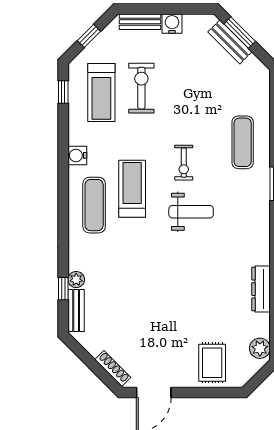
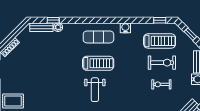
treadmill: (101, 93) -> (160, 41), turned 180
exercise bike: (184, 163) -> (161, 84), moved
treadmill: (132, 189) -> (98, 63), moved

